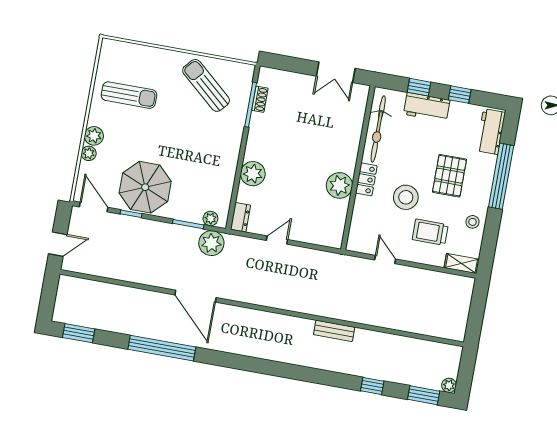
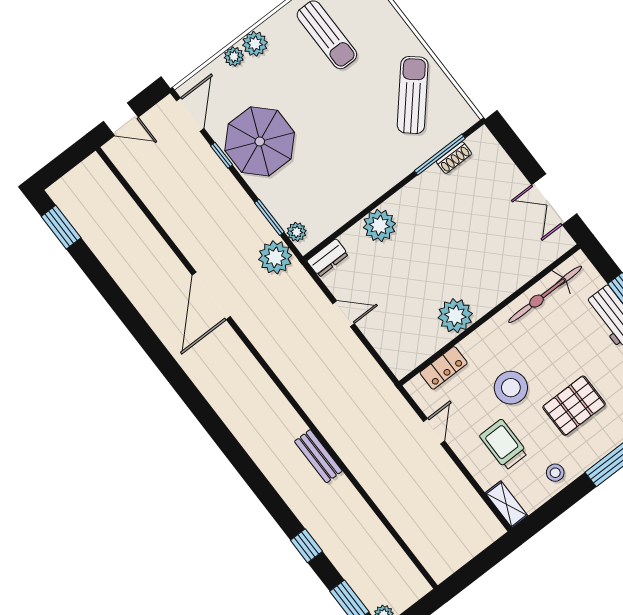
locker: (366, 179) -> (444, 368), moved
window: (162, 348) -> (131, 317), removed

